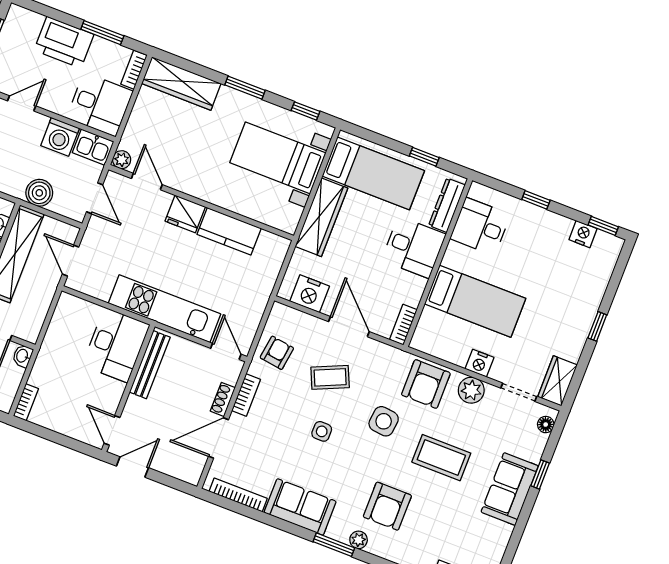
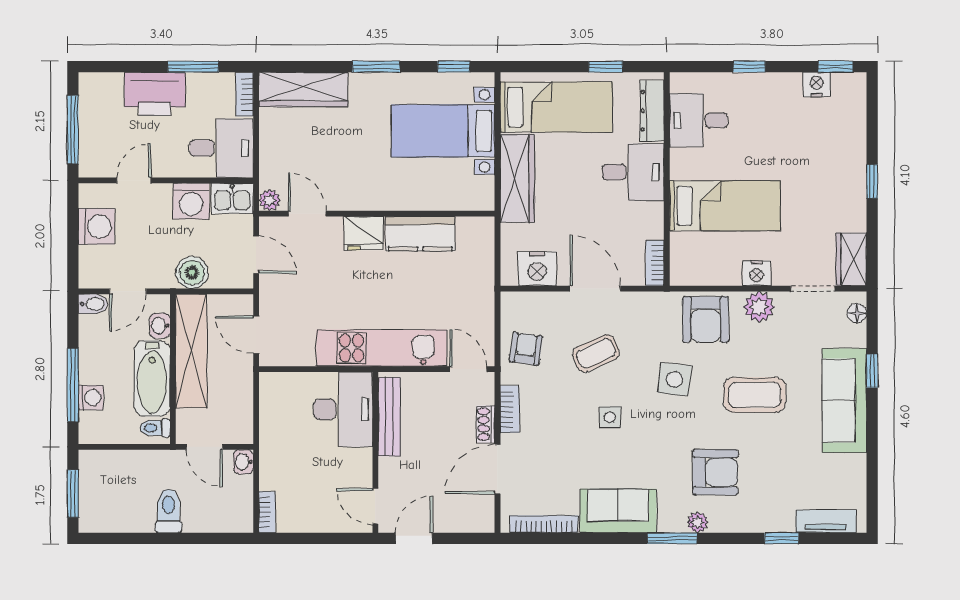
sofa: (510, 489) -> (844, 401), width x1.36
armchair: (387, 506) -> (715, 472), turned -90

